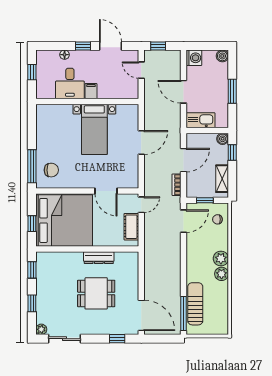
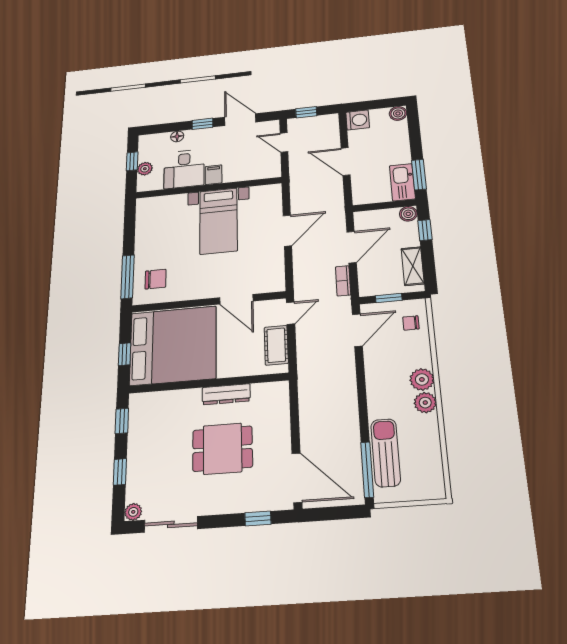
plant: (41, 80) -> (145, 169), added
window: (232, 91) -> (419, 175), moved
kitchen sink: (201, 120) -> (402, 182), moved, turned -90

